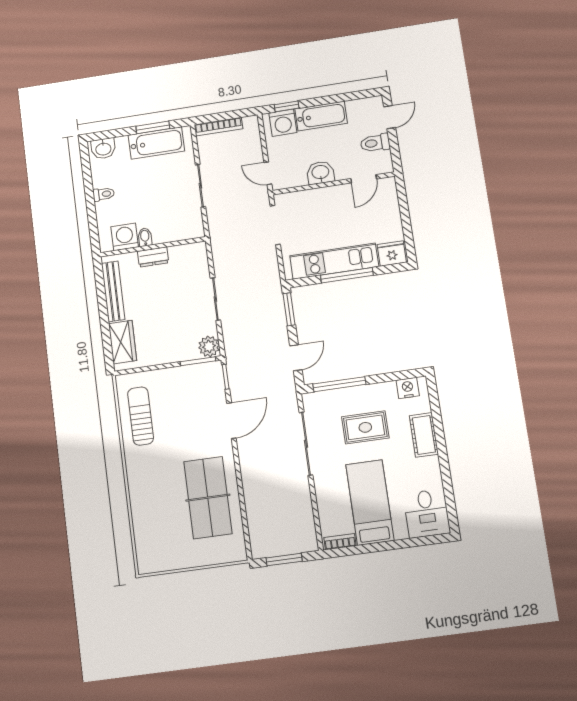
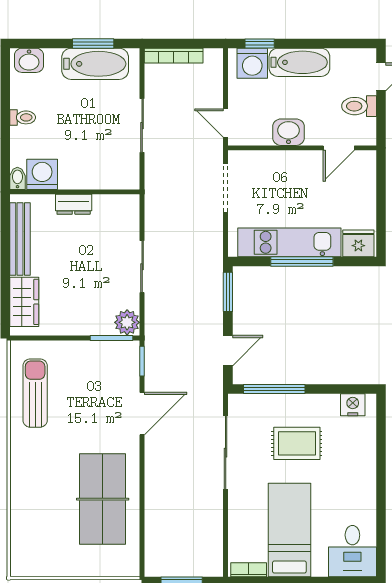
bidet: (145, 237) -> (17, 178), moved
cot: (424, 435) -> (363, 461), removed

